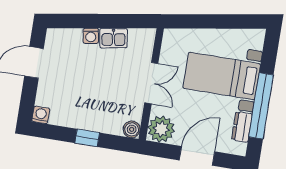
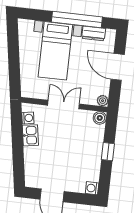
washing machine: (91, 36) -> (28, 118), moved
plant: (161, 129) -> (103, 101), width x0.53, depth x0.53

